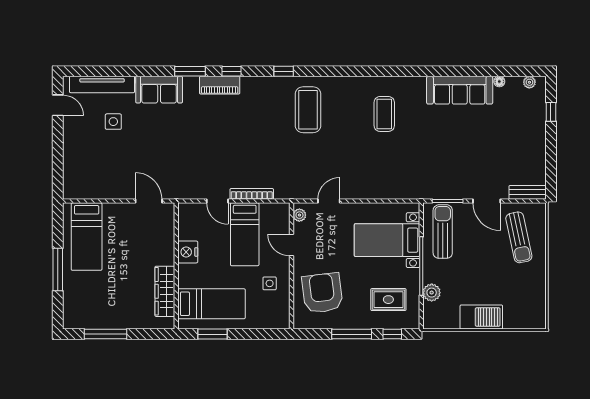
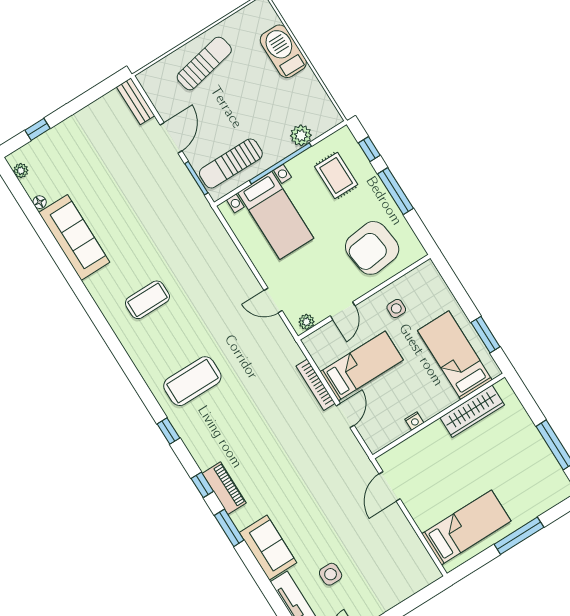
sun lounger: (519, 237) -> (204, 63), moved
nightstand: (188, 252) -> (414, 421), width x0.53, depth x0.56
barbecue: (481, 317) -> (283, 51), moved

